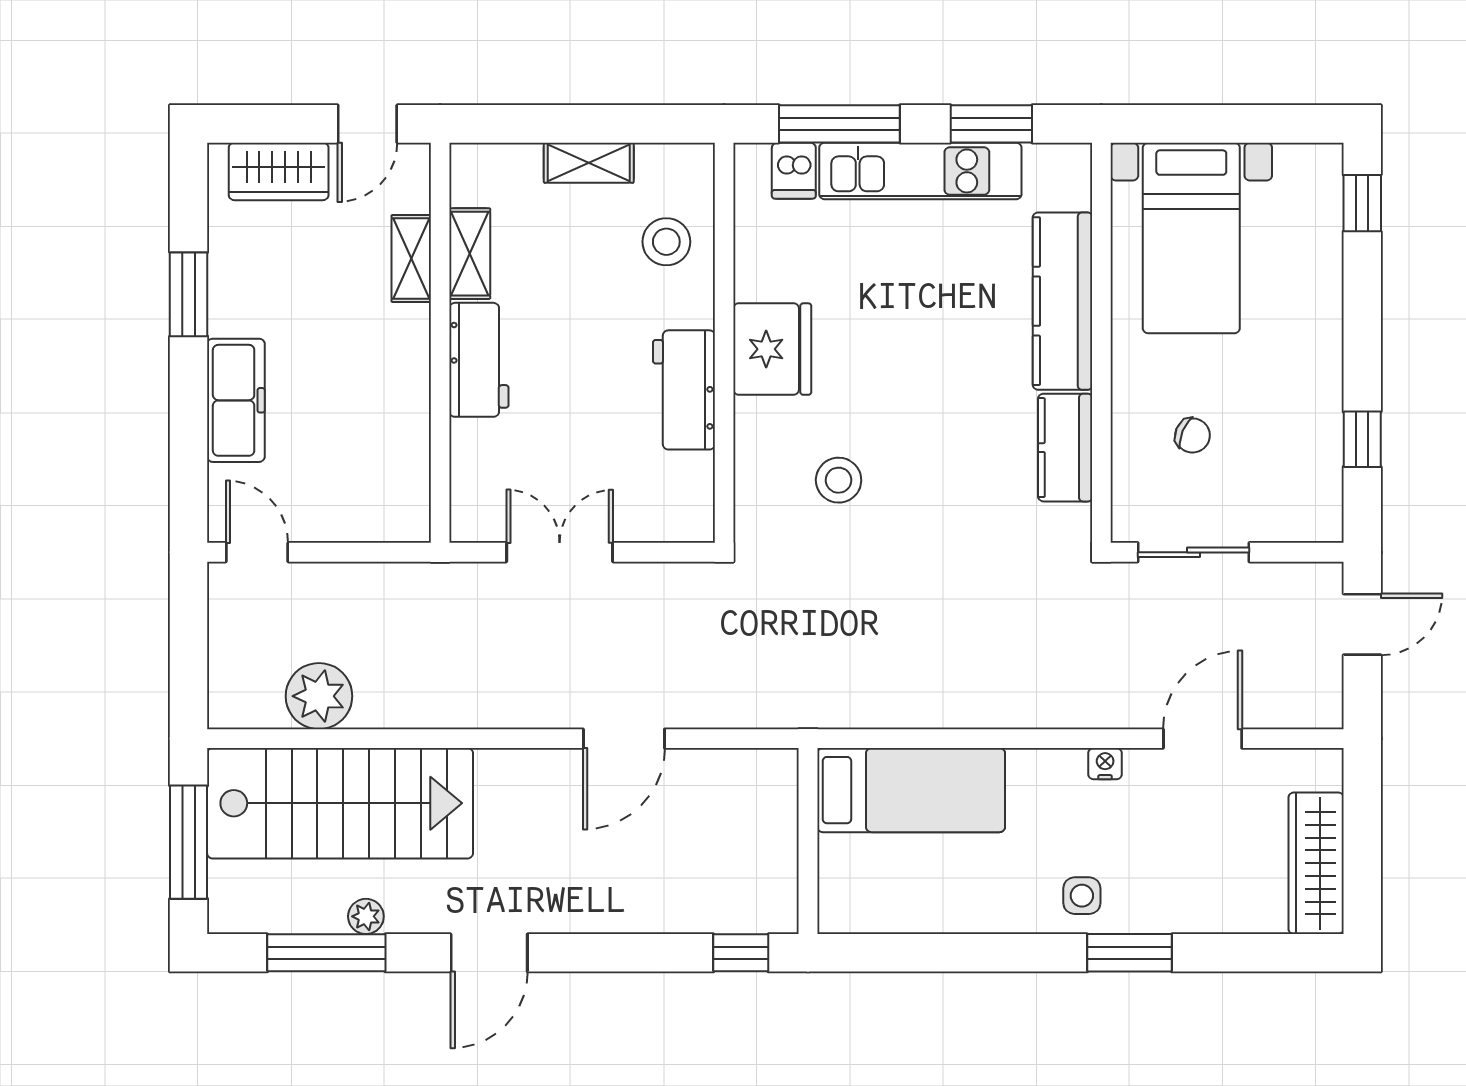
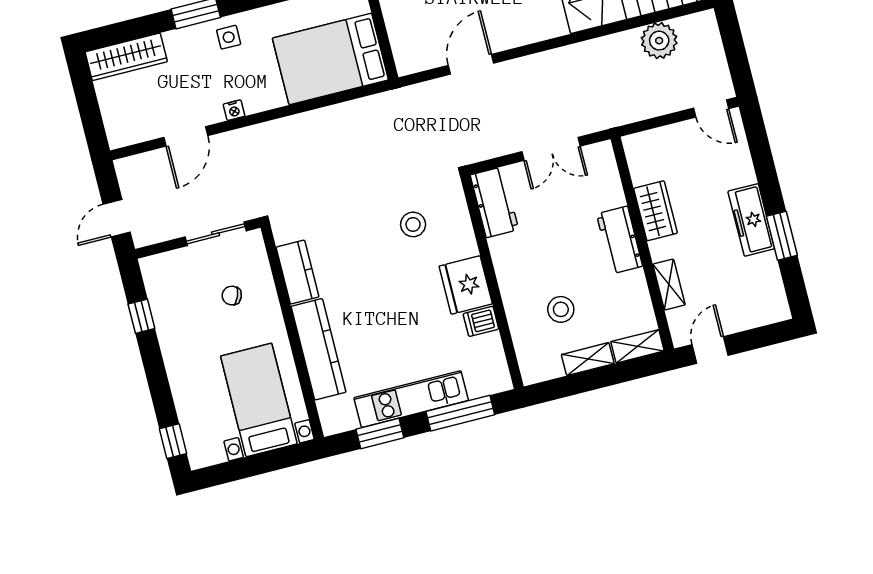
wardrobe: (279, 171) -> (656, 211), moved, turned 90
dishwasher: (794, 171) -> (481, 321), moved, turned -90
stool: (666, 242) -> (561, 309), moved
shelving: (470, 254) -> (637, 346), moved, turned 90
workbench: (684, 390) -> (494, 202), moved
freezer: (236, 400) -> (751, 220), moved
door: (624, 739) -> (471, 64), moved
bed: (911, 790) -> (330, 59), width x1.50
wardrobe: (1316, 863) -> (126, 57), moved, turned 90

